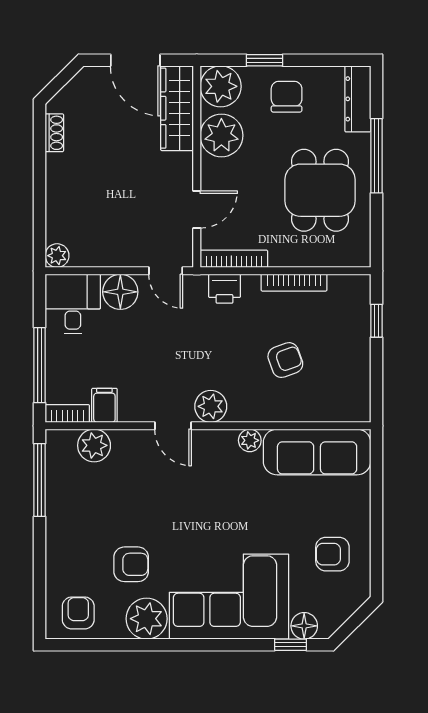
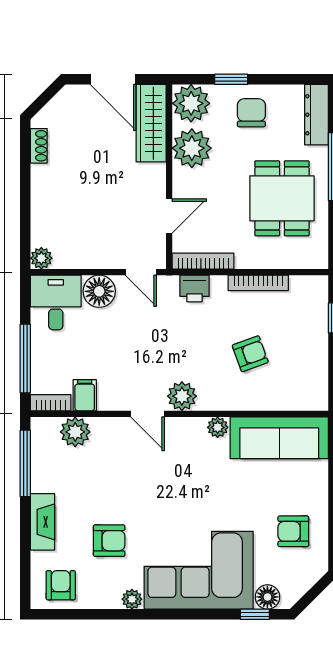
fireplace: (58, 544) -> (43, 522), added
plant: (147, 619) -> (132, 599), width x0.53, depth x0.53

